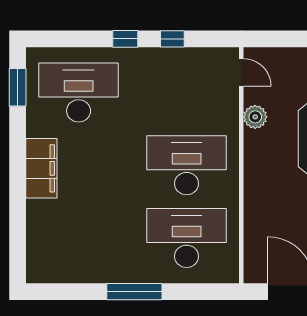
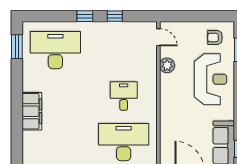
desk: (187, 165) -> (124, 96), width x0.53, depth x0.77
filing cabinet: (41, 168) -> (32, 111), moved

